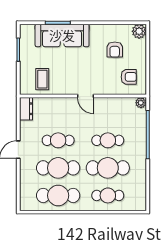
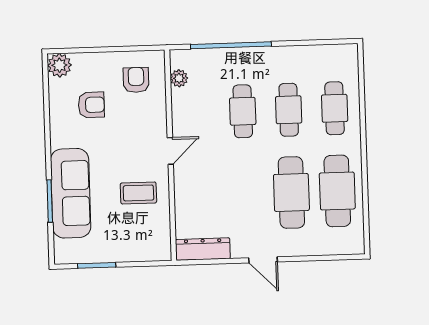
coffee table: (42, 79) -> (138, 193), moved
plant: (141, 103) -> (179, 78), moved
dresser: (26, 109) -> (203, 249), width x1.44
cafe table: (58, 140) -> (245, 194), removed
cafe table: (108, 168) -> (289, 110), width x0.73, depth x0.74

